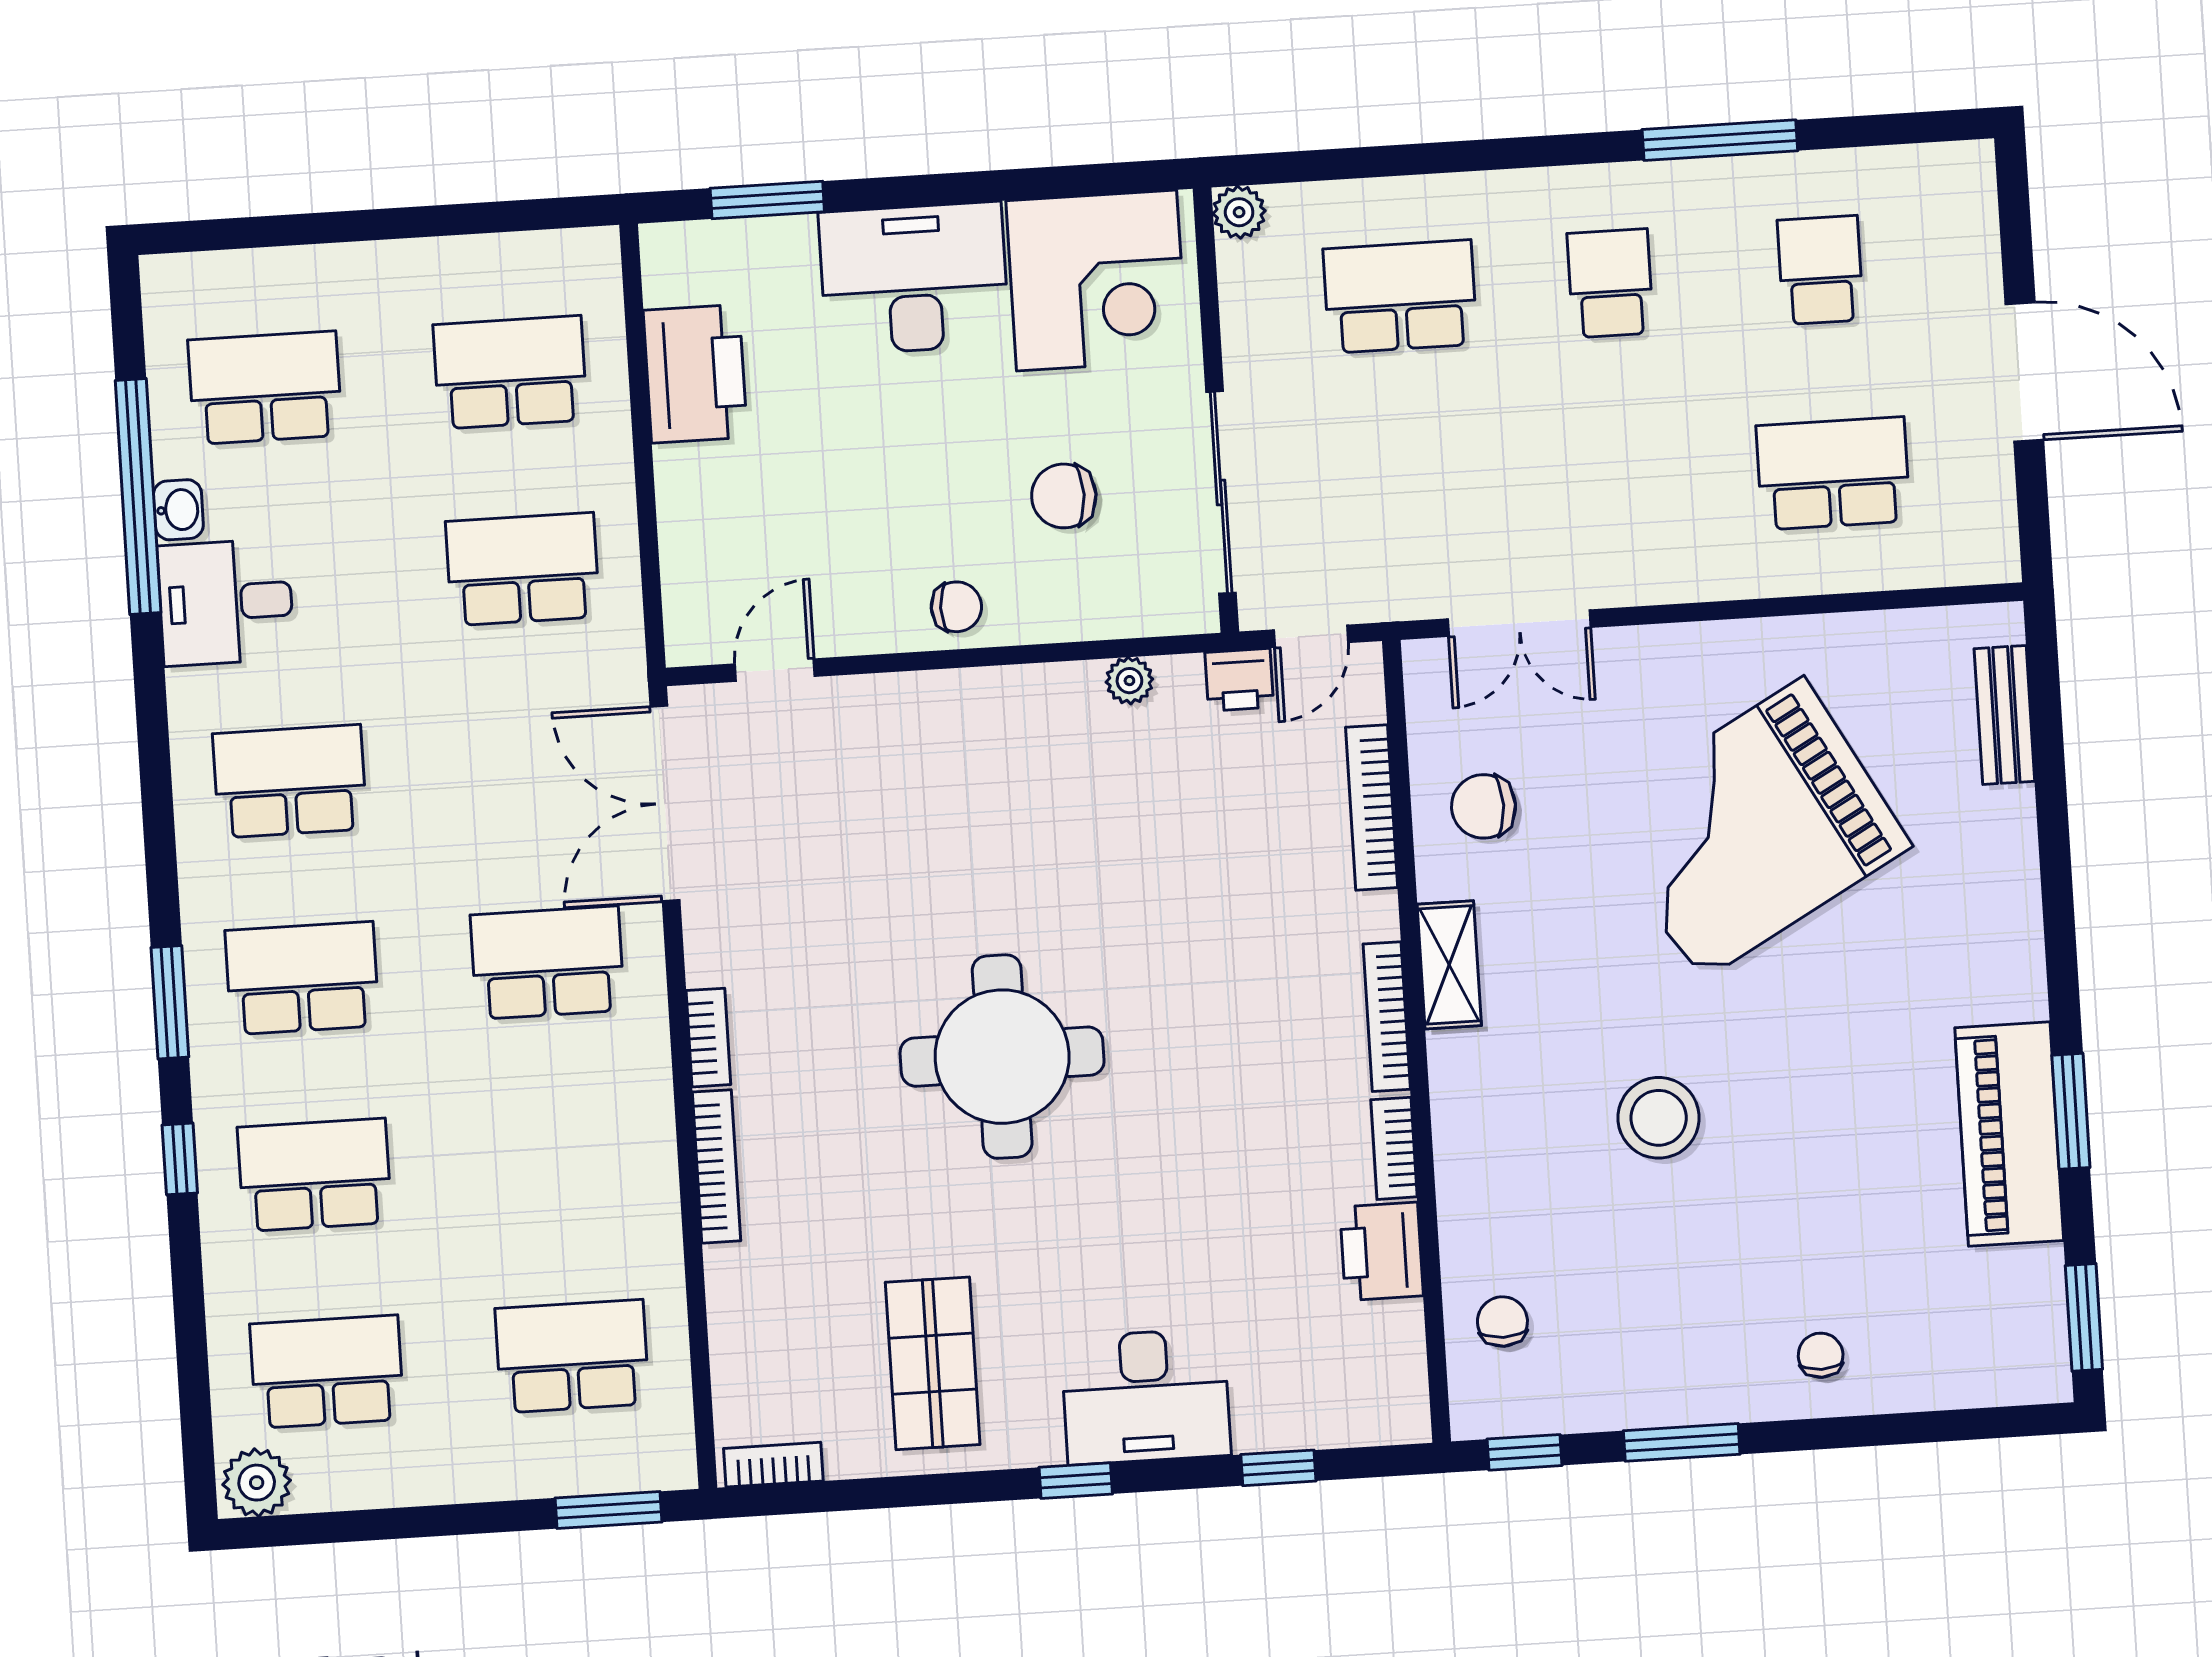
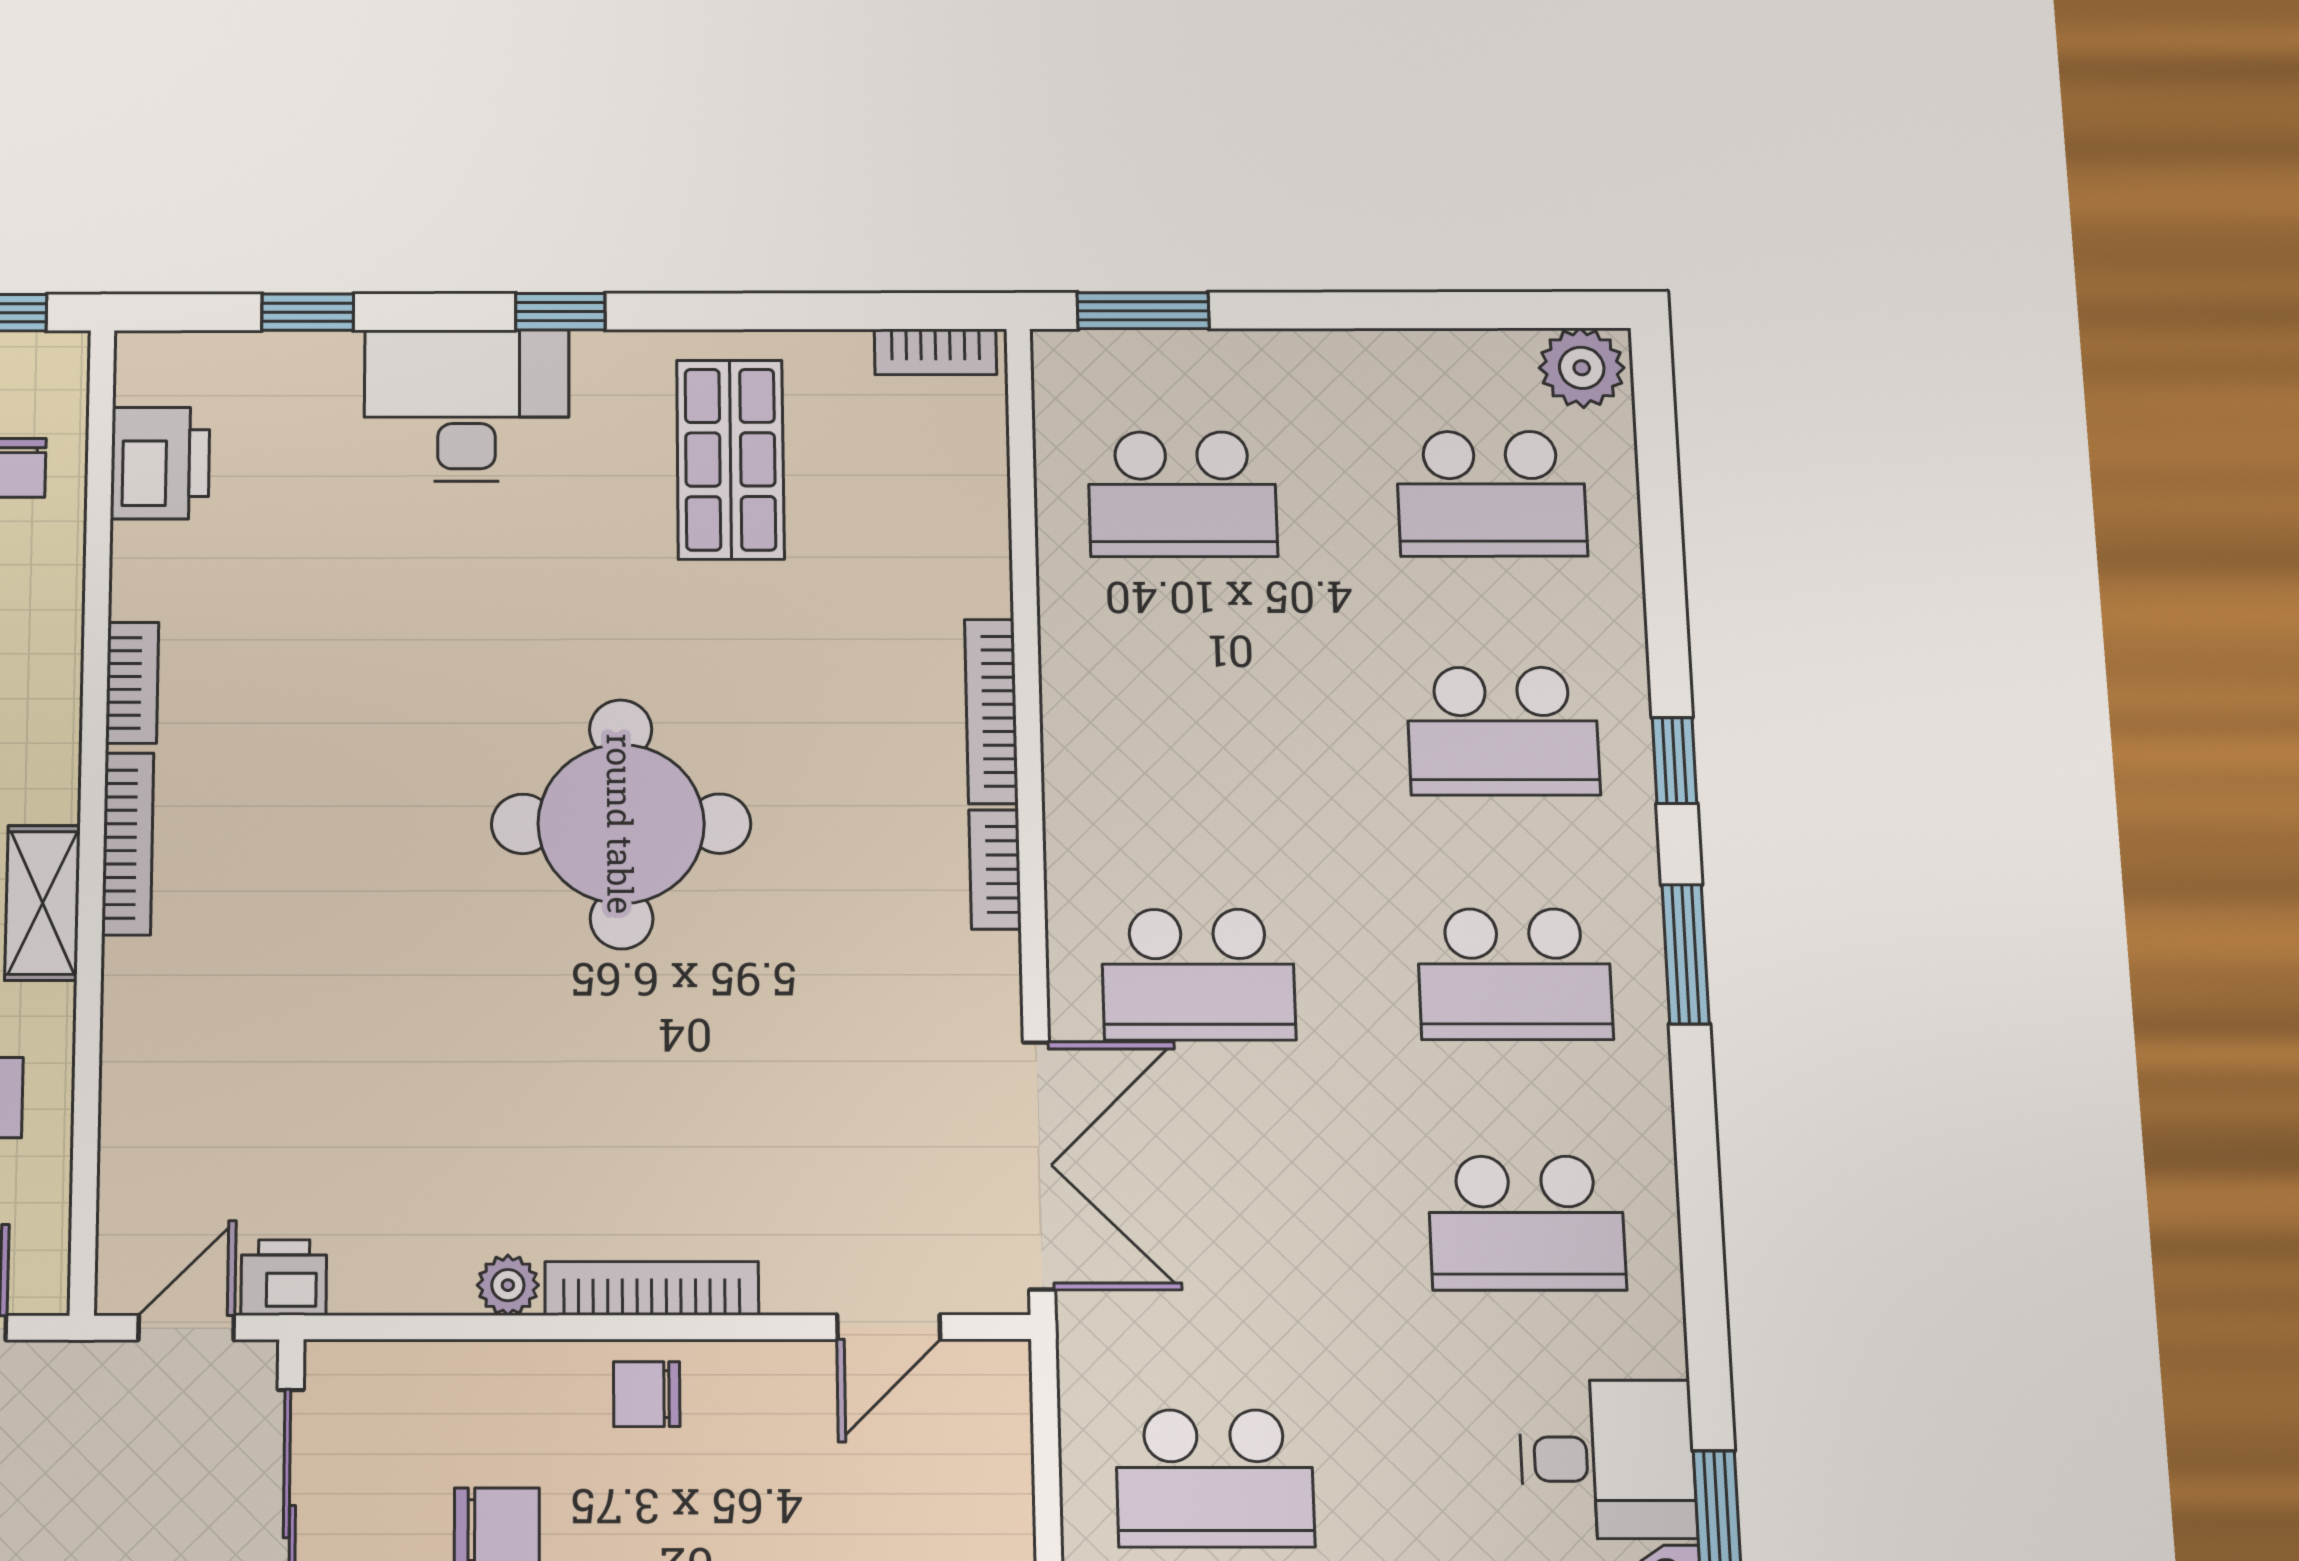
plant: (1129, 681) -> (508, 1285), moved
bookcase: (1372, 807) -> (652, 1288), moved, turned -90
printer: (1381, 1251) -> (160, 463), moved

